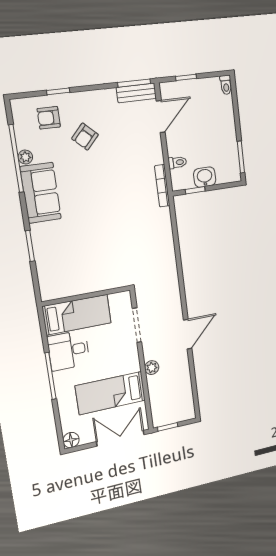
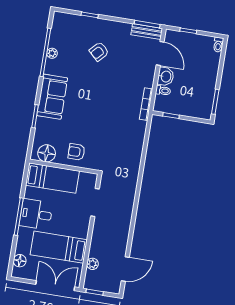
door: (161, 116) -> (160, 53), hinge flipped
armchair: (49, 118) -> (76, 152), moved
washbasin: (205, 177) -> (166, 77), moved, turned 90
sofa: (41, 193) -> (52, 97), moved
floor lamp: (60, 287) -> (47, 153), added
door: (188, 334) -> (125, 269), moved
desk: (69, 350) -> (36, 214), moved
plant: (152, 368) -> (92, 264), moved
floor lamp: (71, 440) -> (20, 261), moved

